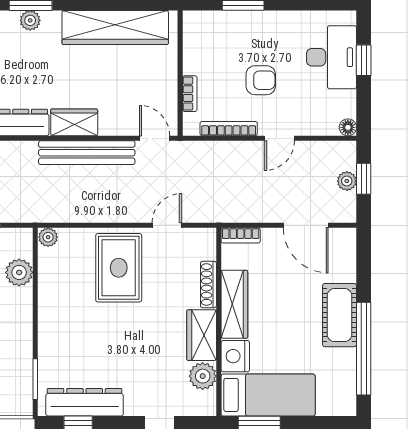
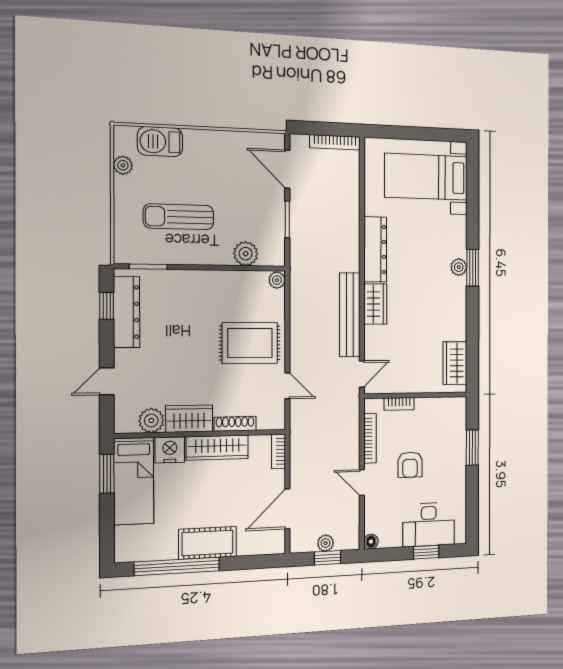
wardrobe: (115, 27) -> (455, 363), width x0.48, depth x0.85

